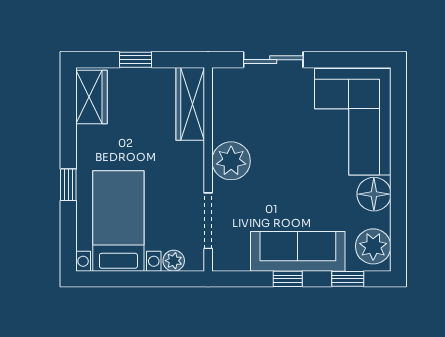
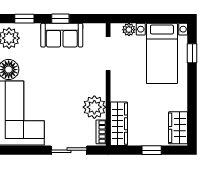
bookcase: (220, 90) -> (101, 132), added
plant: (231, 161) -> (94, 107), moved
window: (68, 185) -> (192, 53), moved
sofa: (298, 251) -> (62, 35), width x0.73

